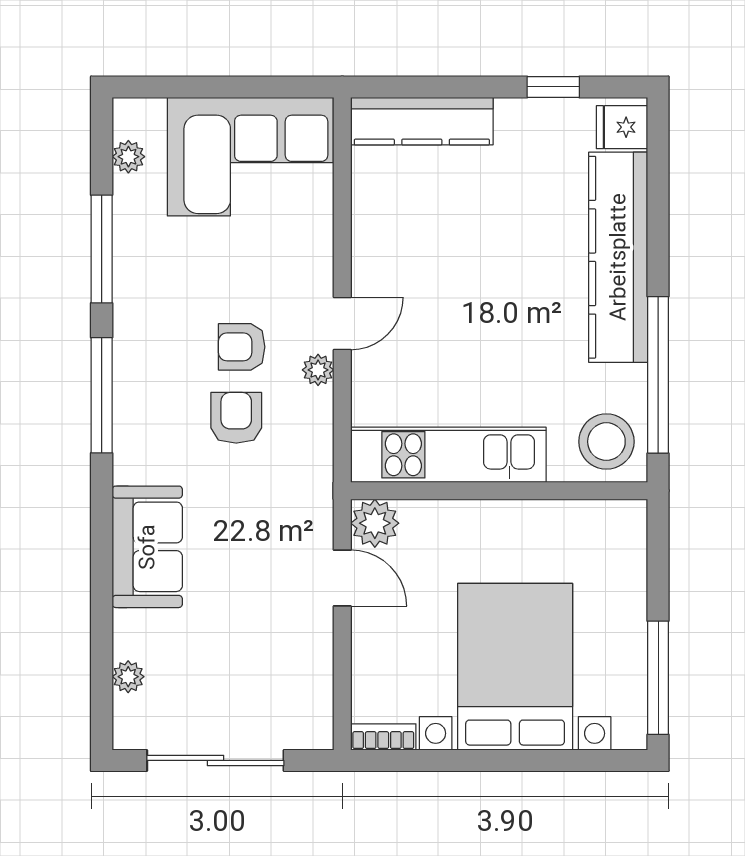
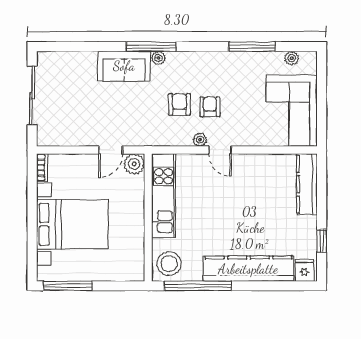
window: (102, 395) -> (151, 47), moved
armchair: (236, 418) -> (179, 104), turned -90
plant: (128, 677) -> (158, 58), moved

